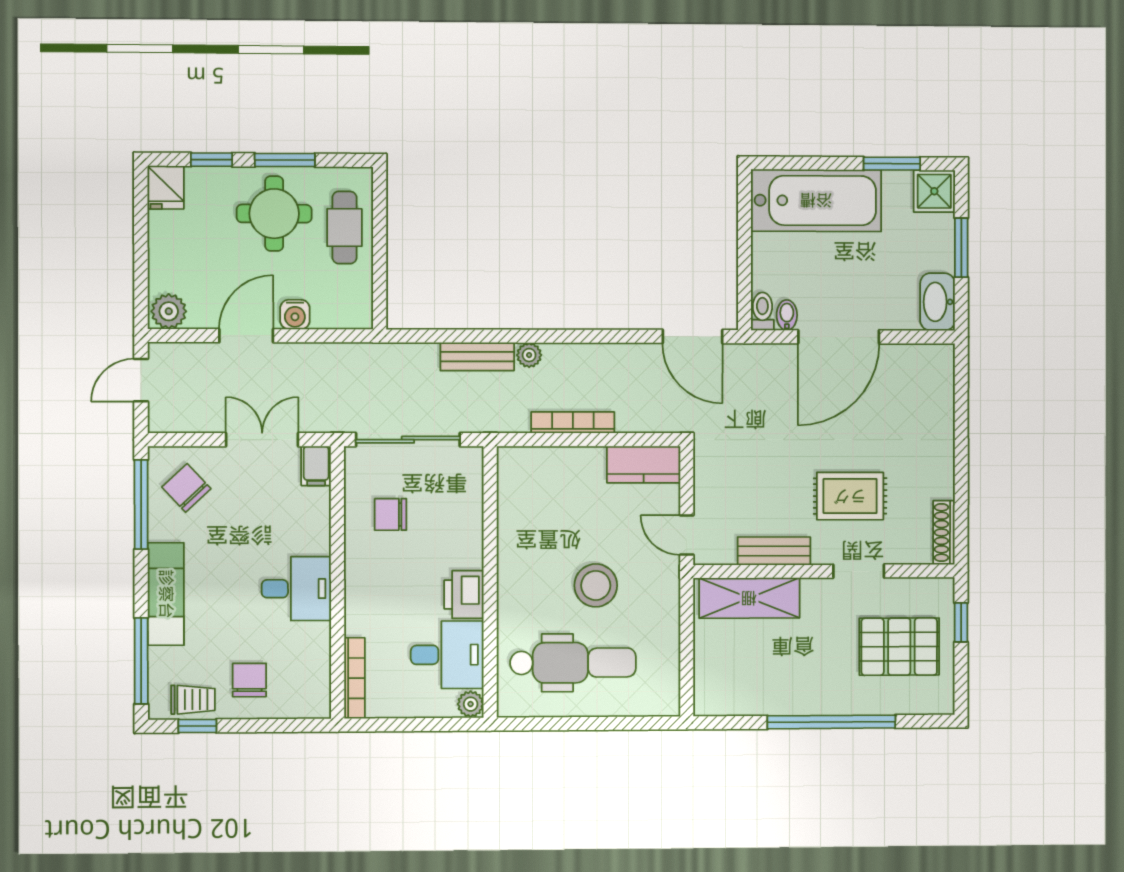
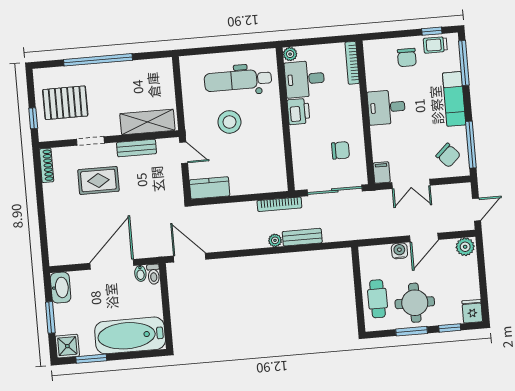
bookcase: (573, 423) -> (279, 204), moved

